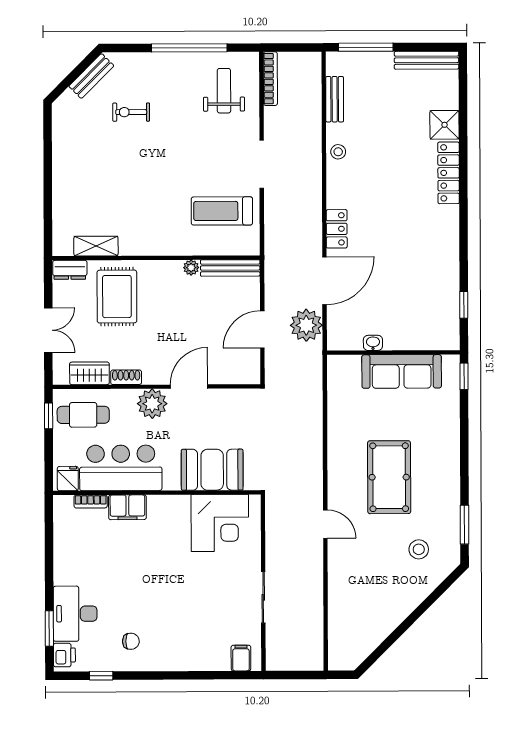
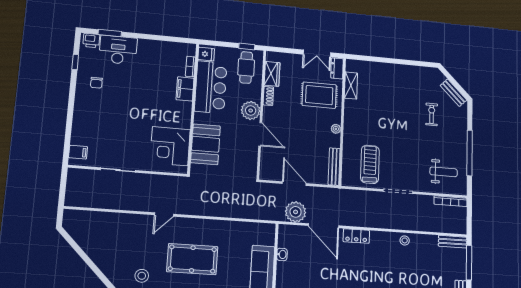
bench: (335, 99) -> (453, 242), moved
plant: (191, 268) -> (336, 129), moved
double door: (48, 330) -> (317, 53), moved

